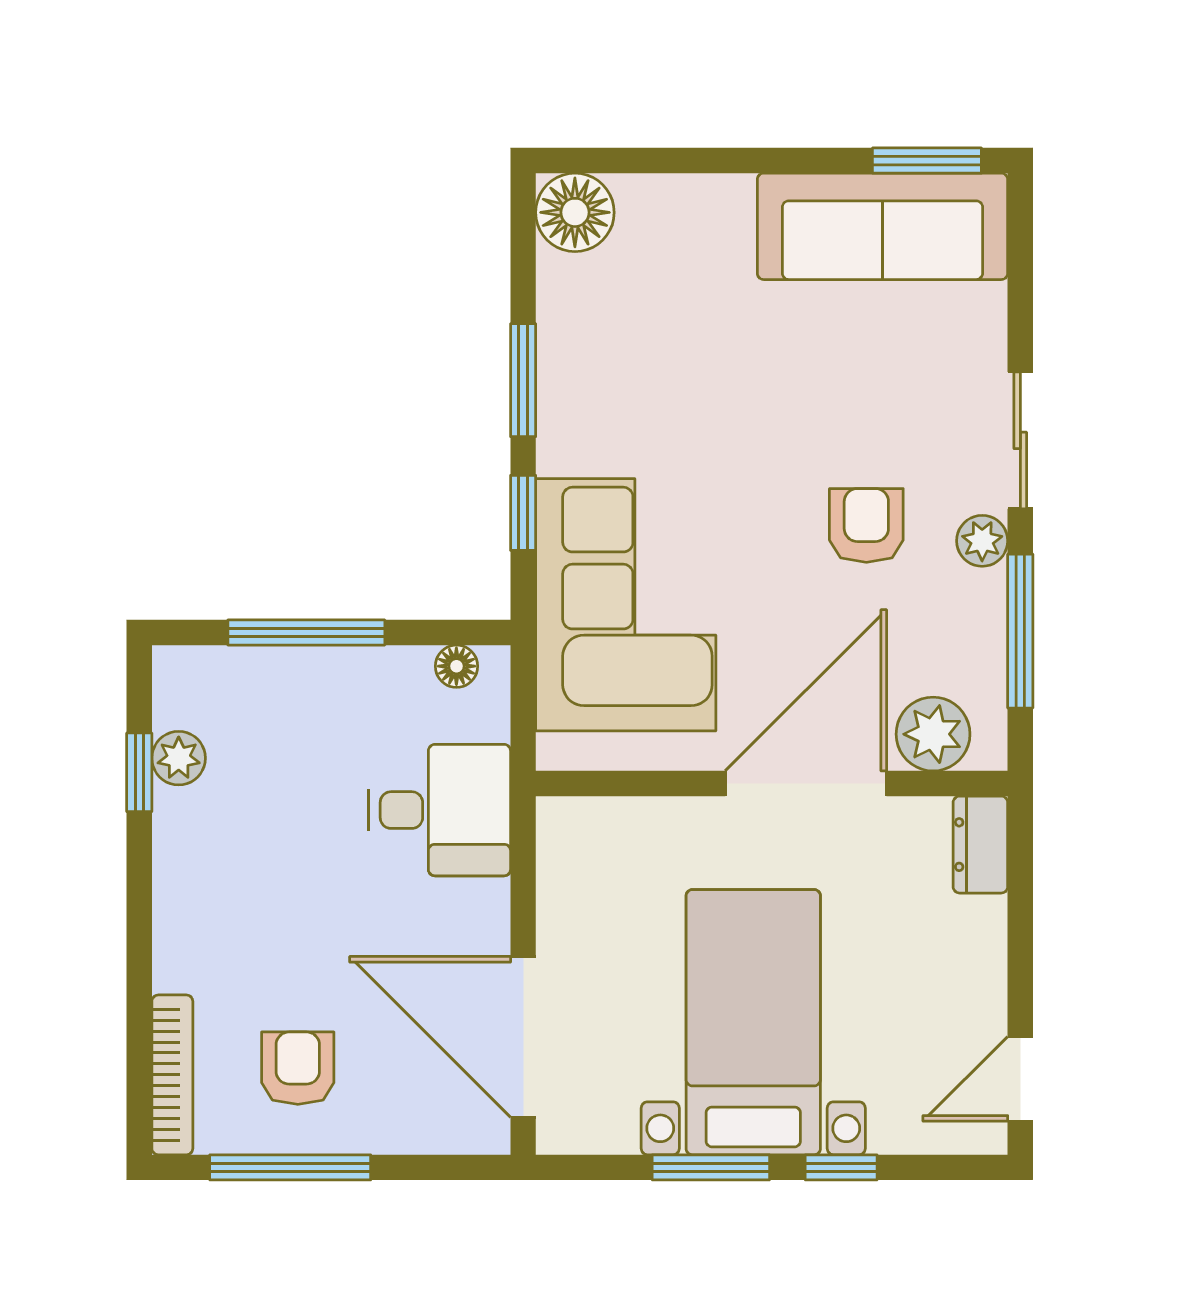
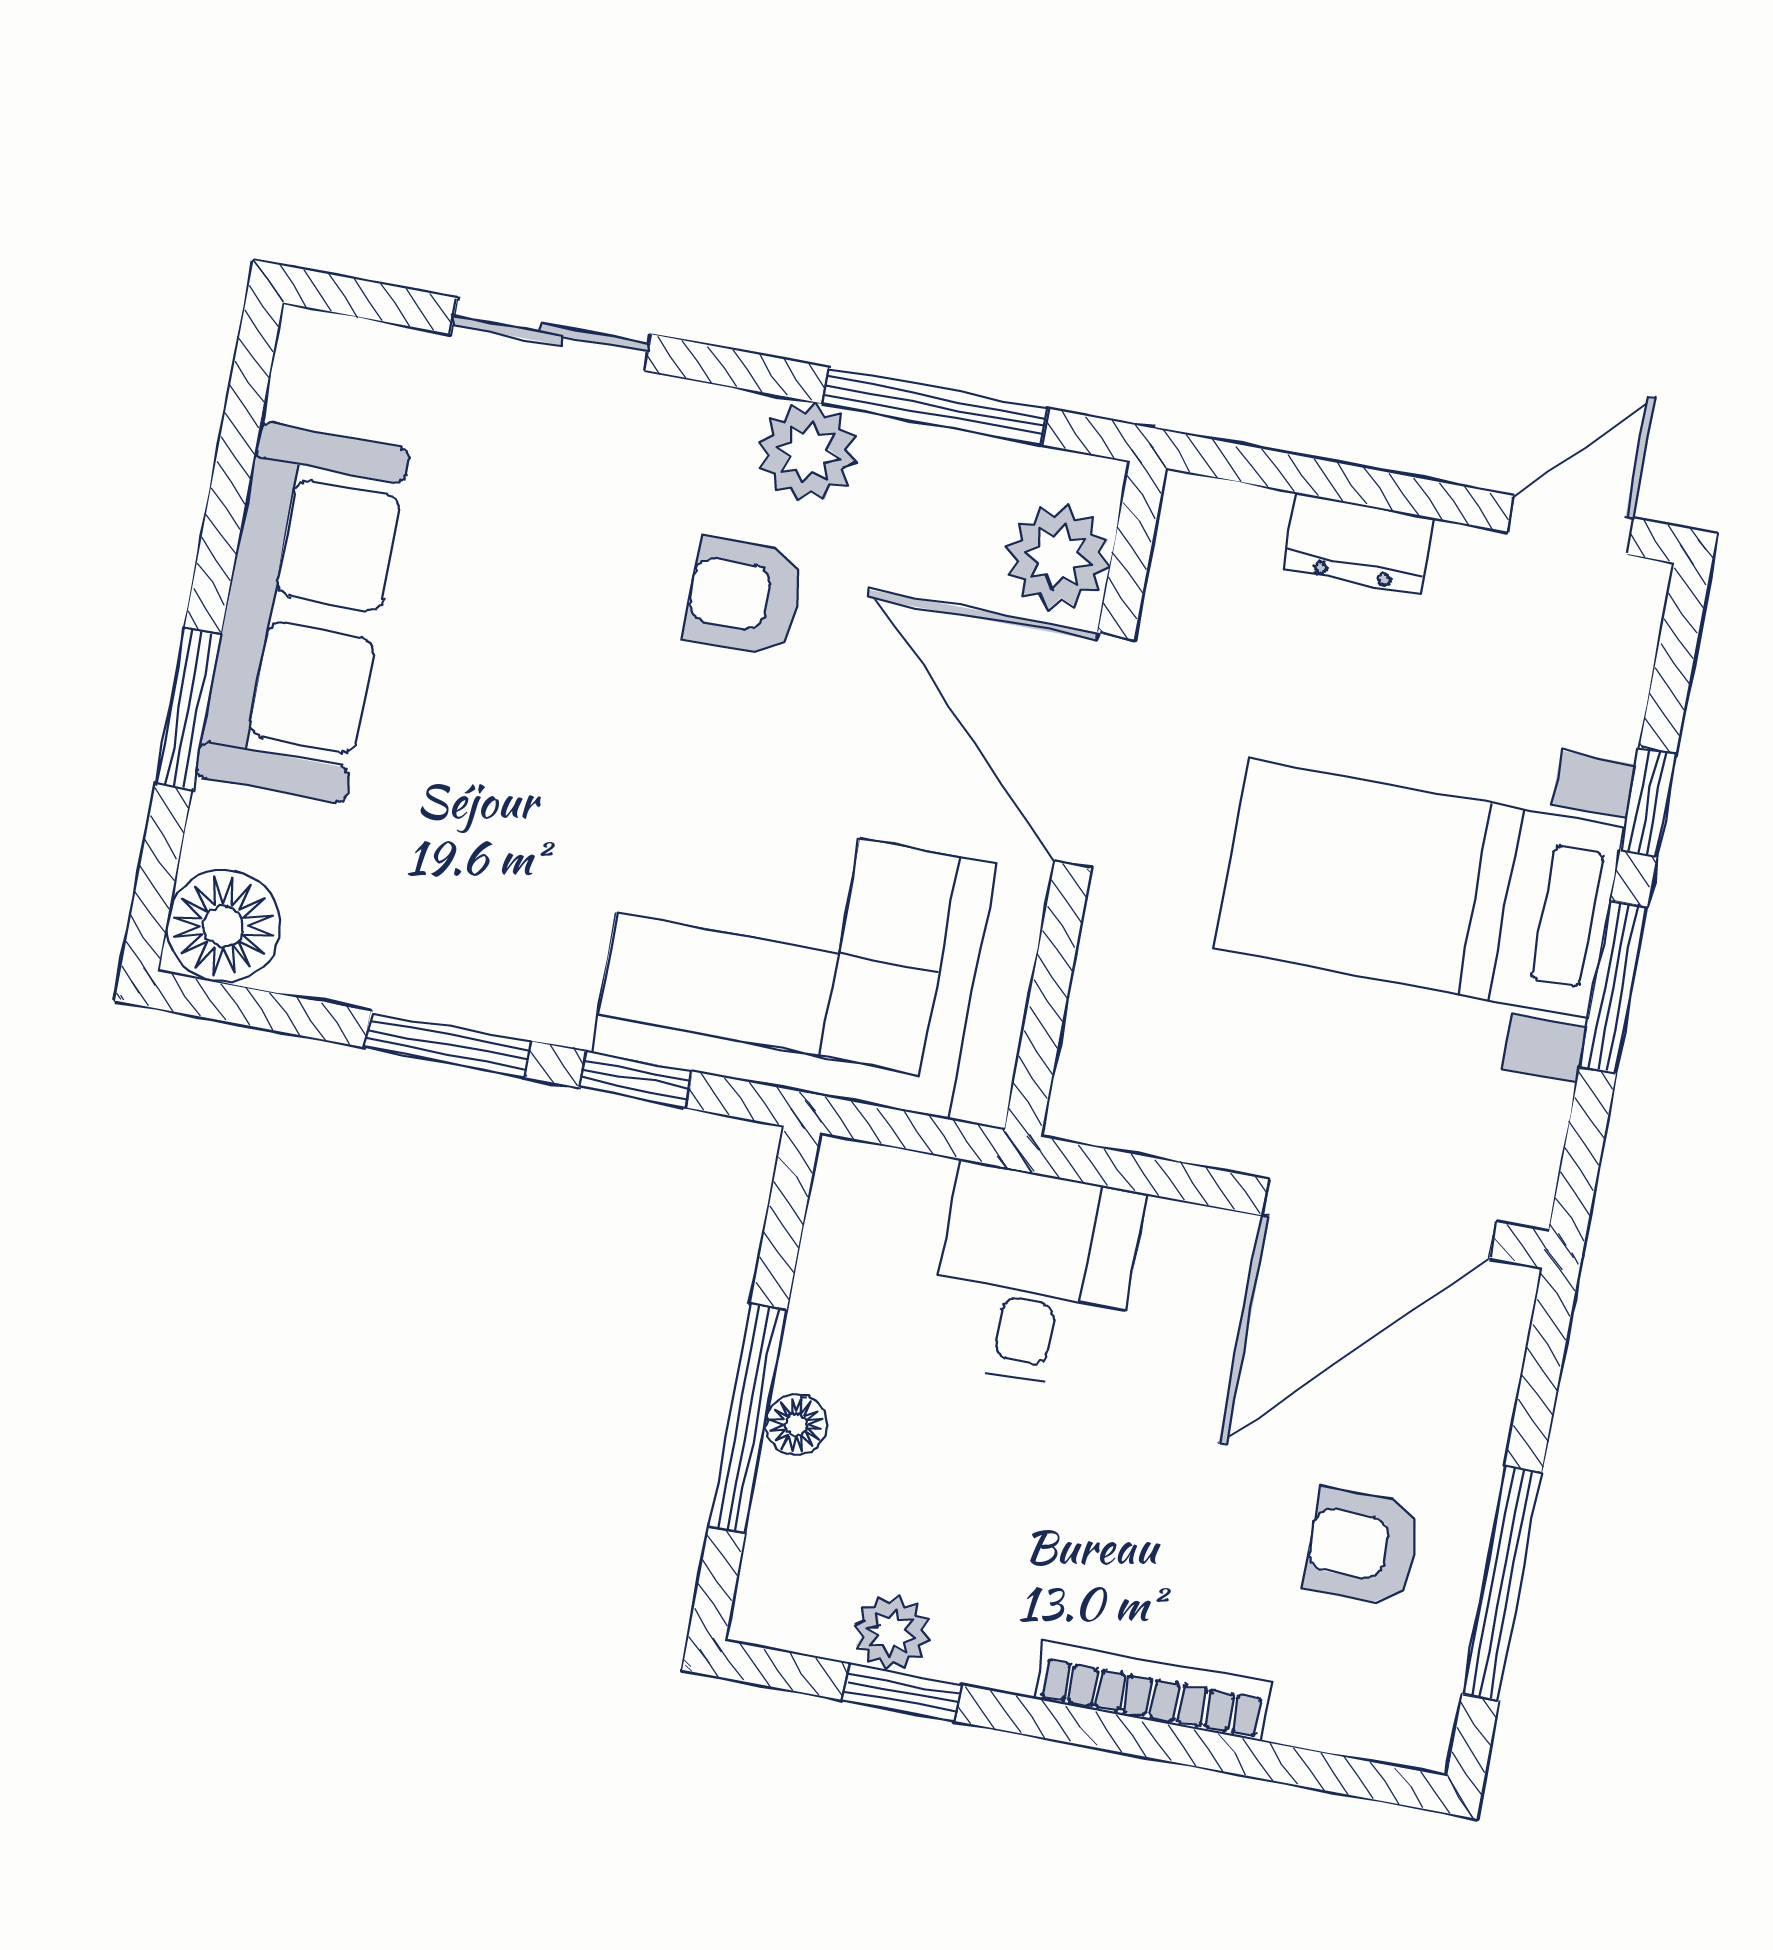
window: (927, 161) -> (188, 709), moved
sofa: (882, 226) -> (303, 612), moved
sliding door: (1020, 440) -> (551, 334), moved
plant: (982, 541) -> (808, 452), width x1.38, depth x1.38
floor lamp: (456, 666) -> (796, 1425), moved
dresser: (980, 845) -> (1358, 544), moved
bookcase: (172, 1075) -> (1153, 1691), moved
door: (1020, 1079) -> (1570, 525), swing flipped

